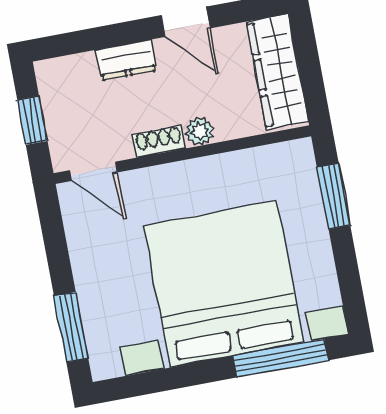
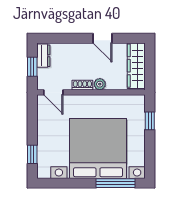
dresser: (126, 60) -> (43, 56), moved, turned -90
window: (334, 196) -> (150, 121), width x0.67
window: (71, 327) -> (32, 154), width x0.67

